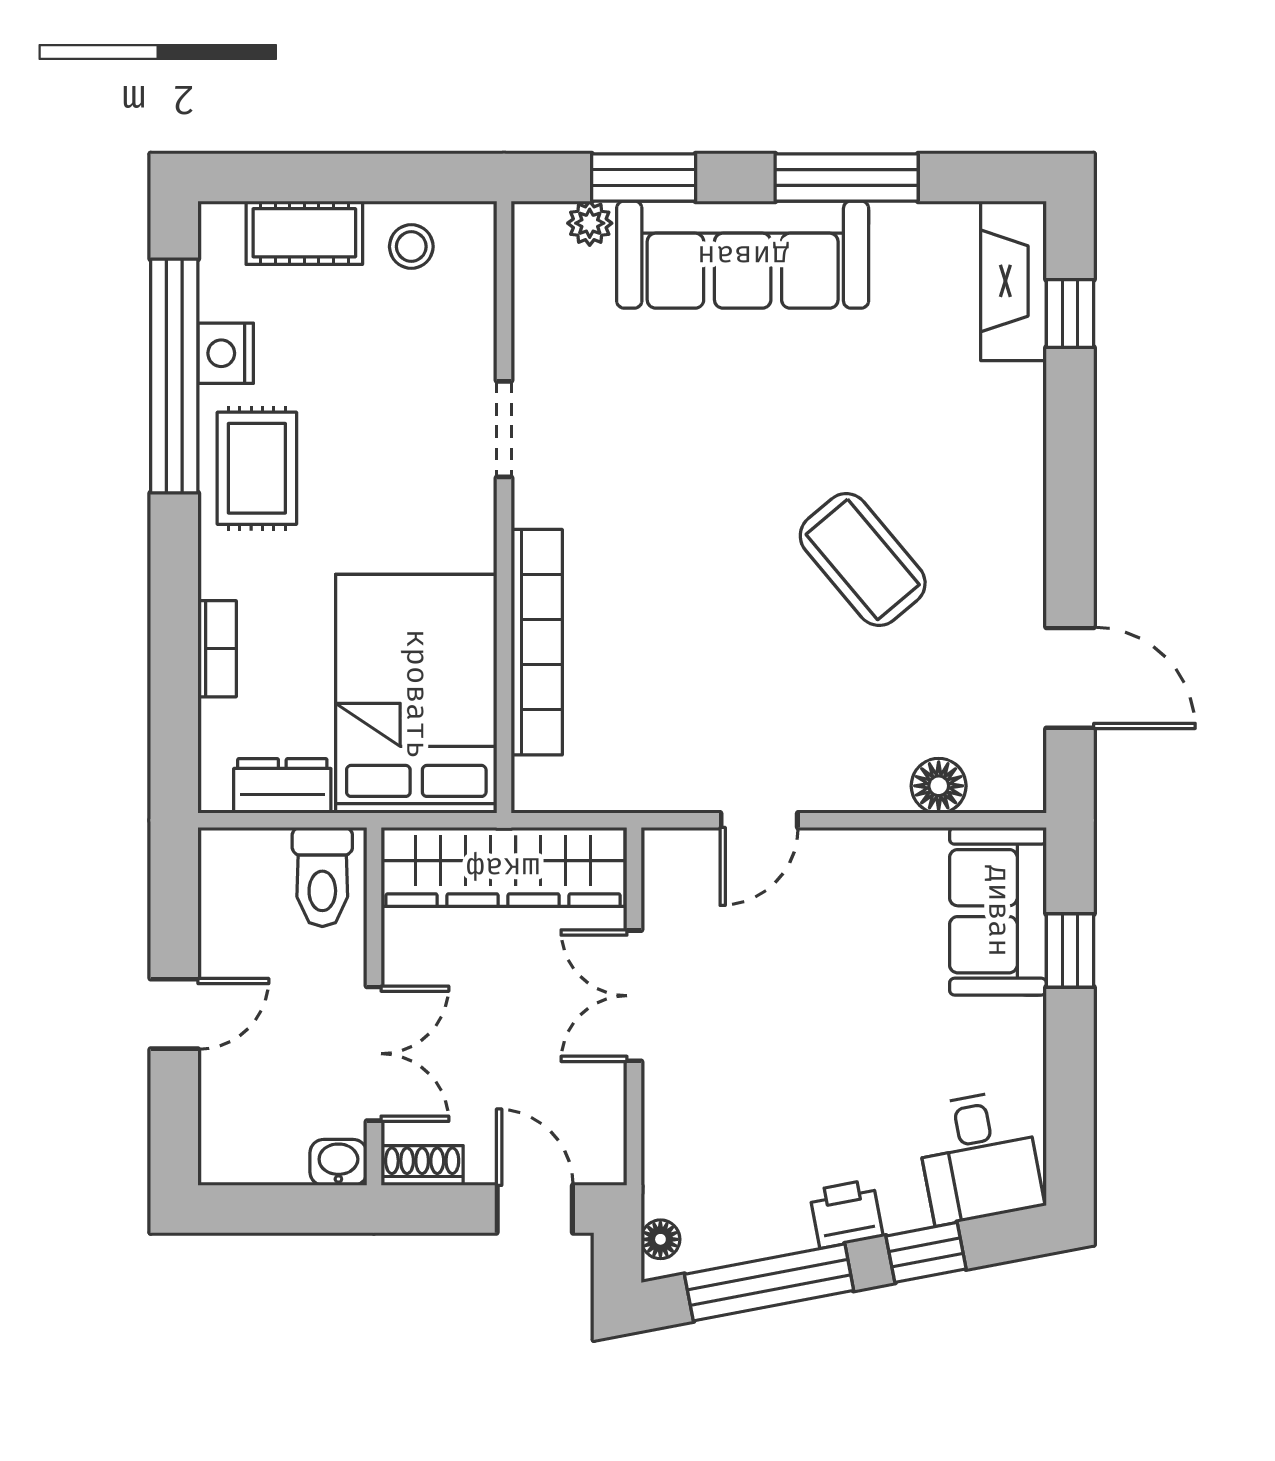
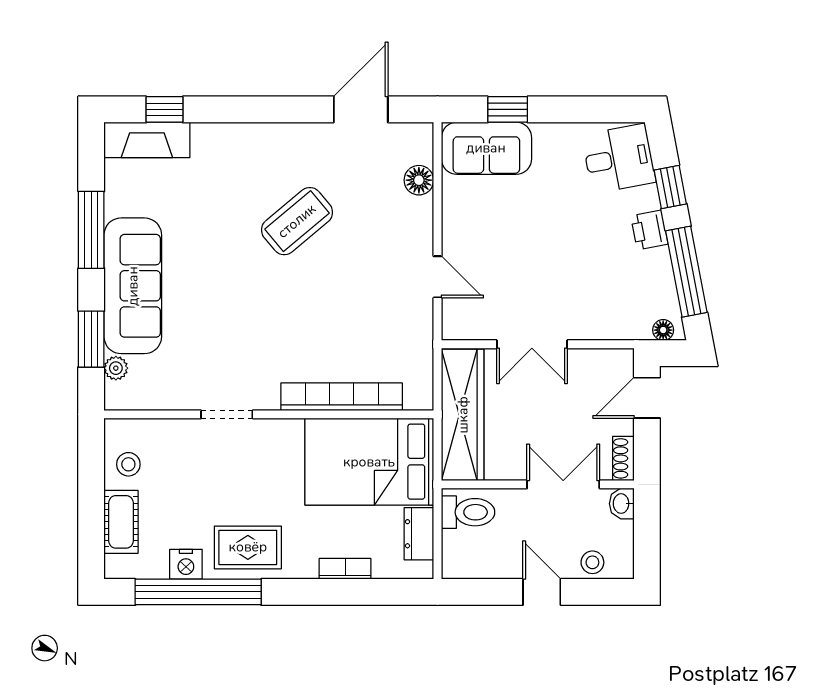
stool: (229, 1108) -> (592, 562), added

